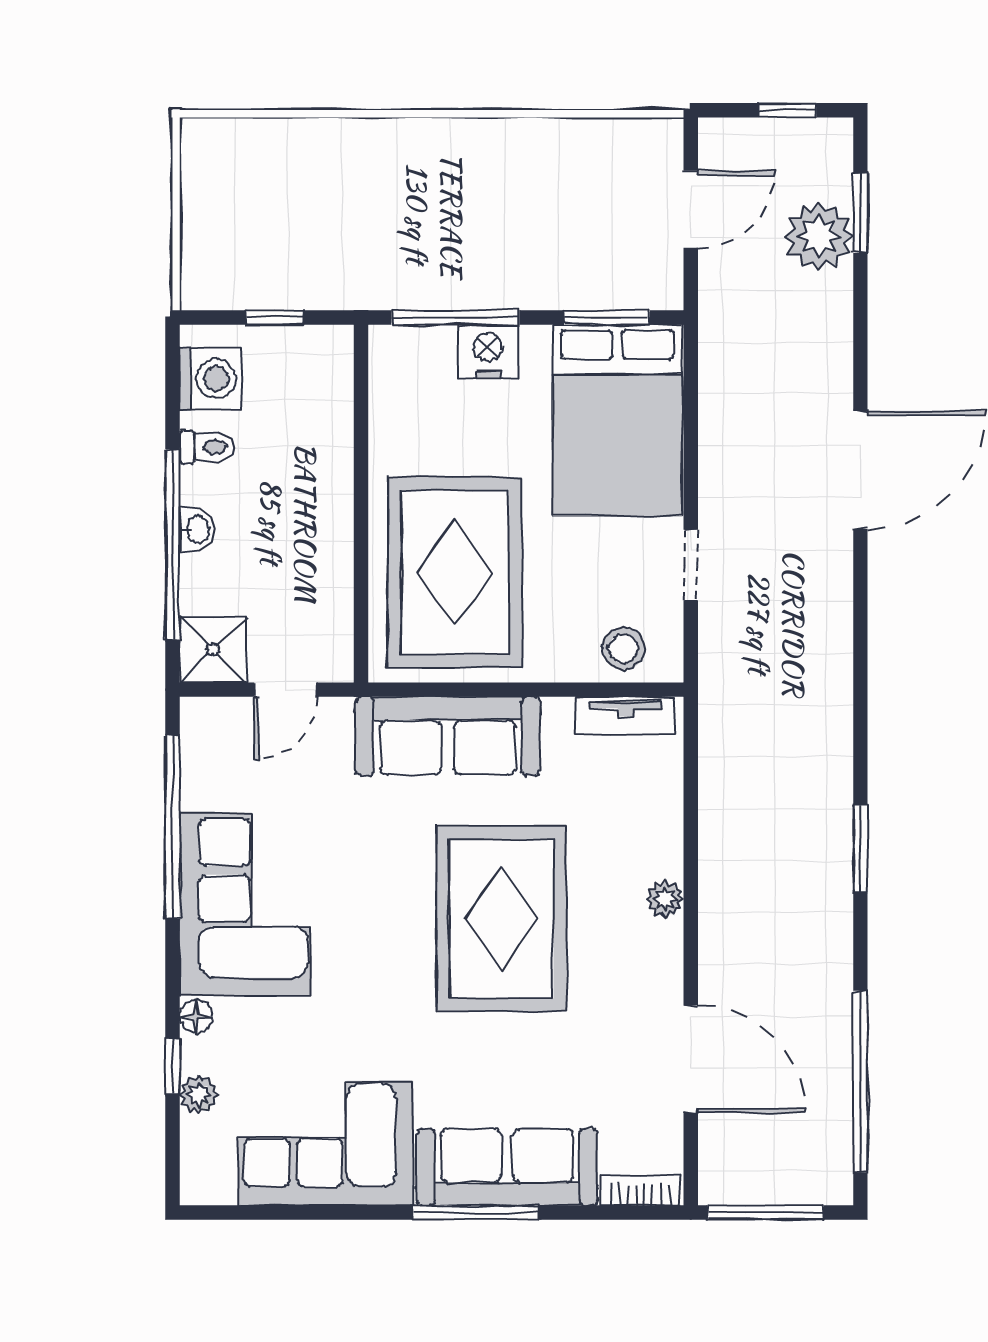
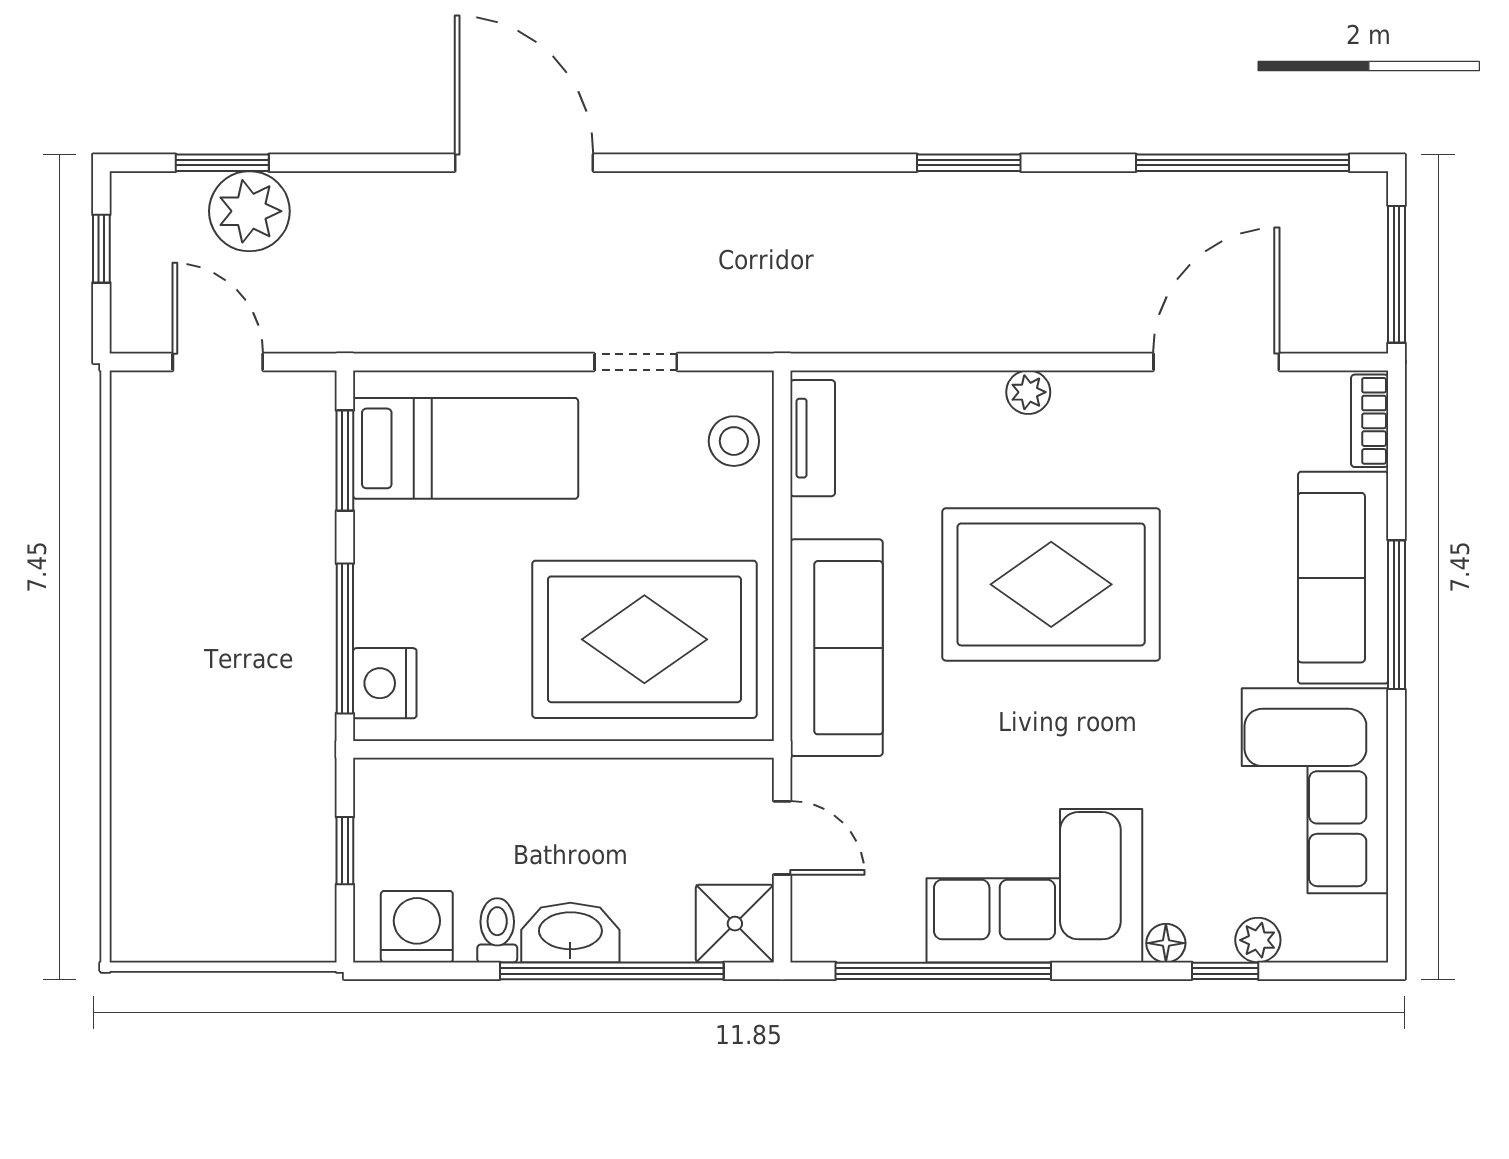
nightstand: (488, 351) -> (385, 683), moved
bed: (617, 420) -> (466, 448), width x0.67
washbasin: (197, 529) -> (570, 933), width x1.91, depth x1.45

